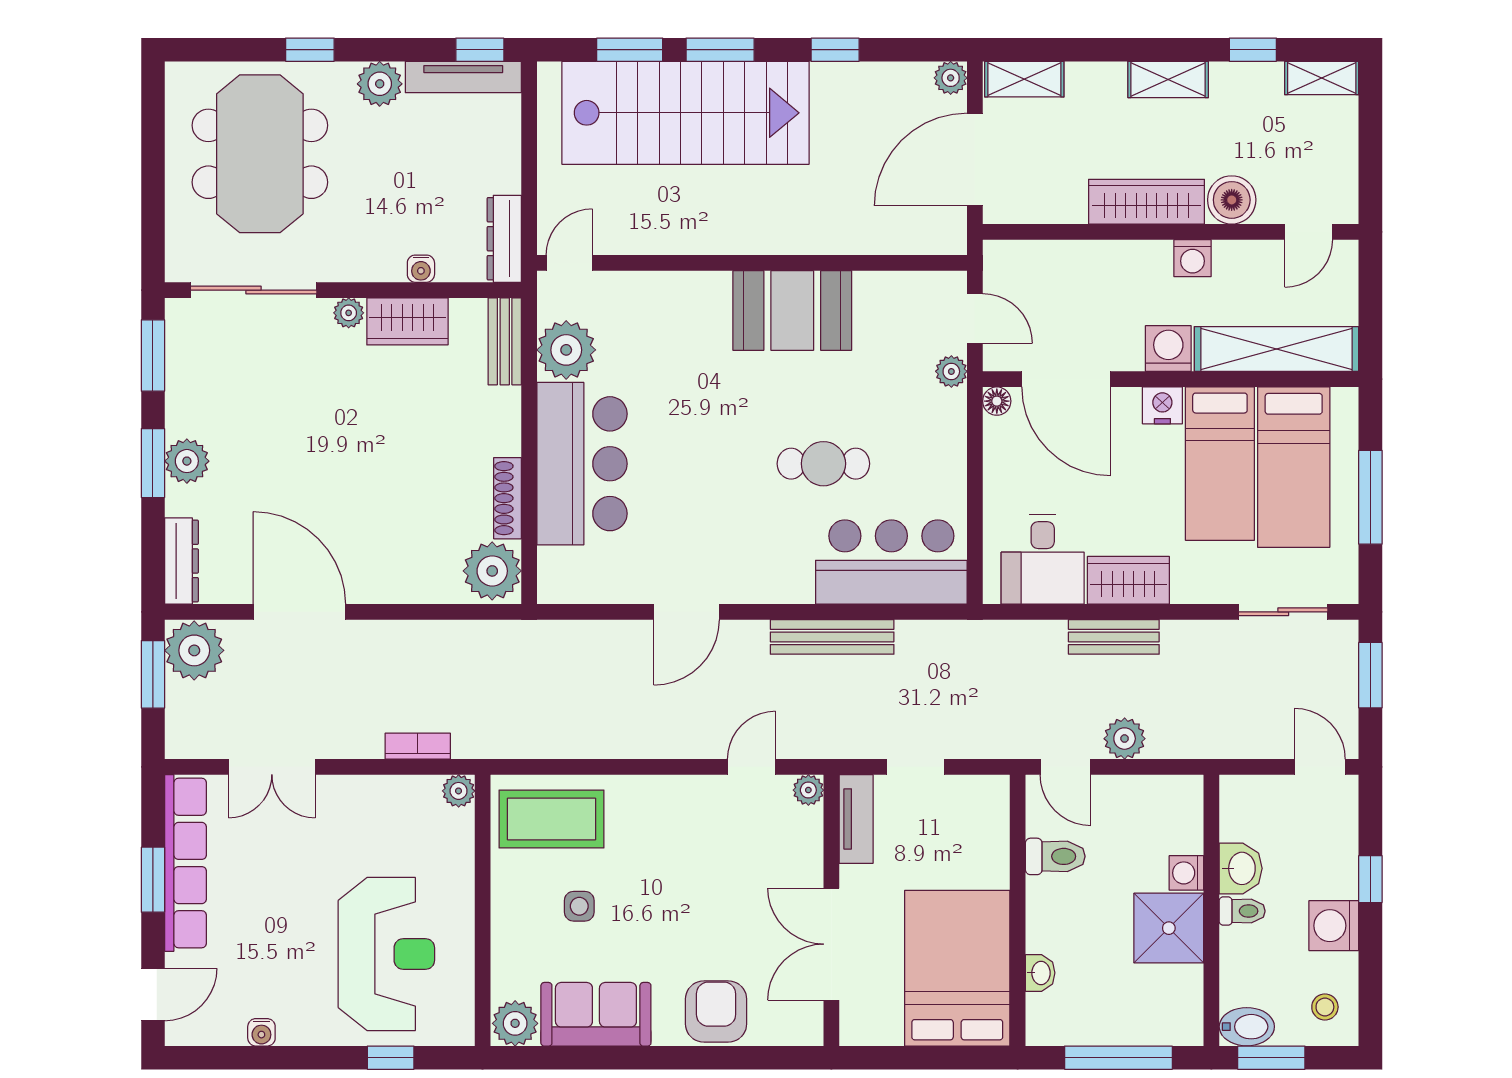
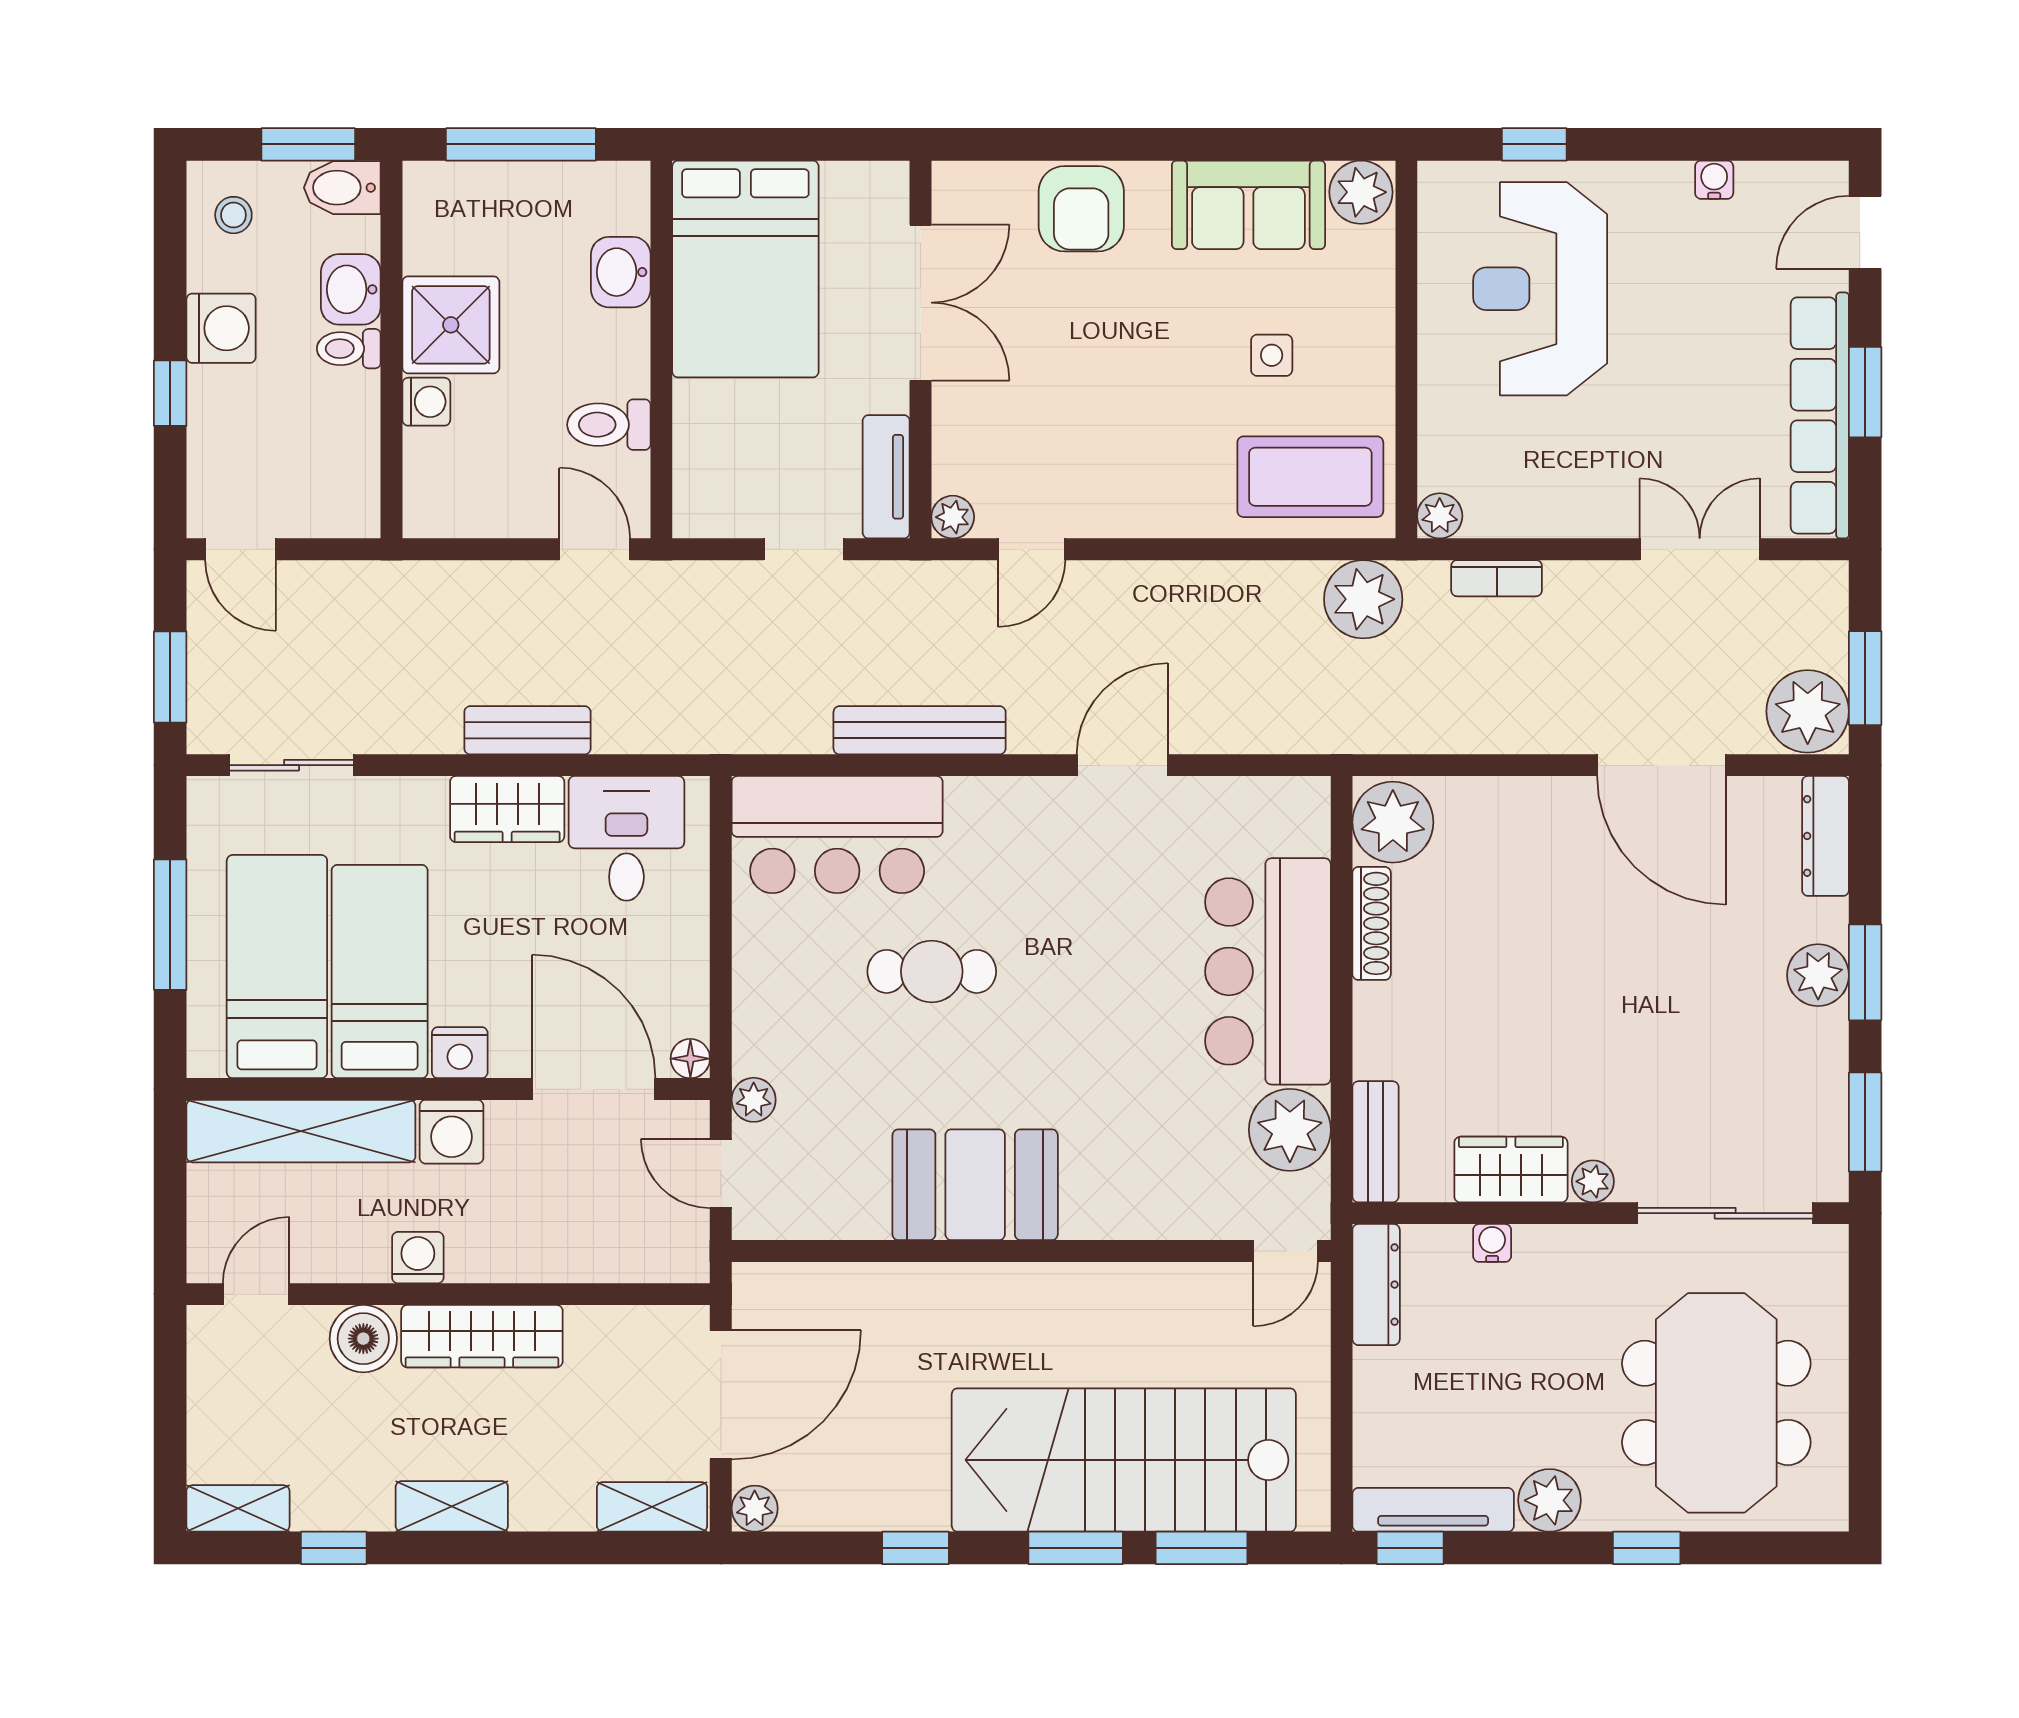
plant: (1125, 739) -> (1363, 599), moved, width x1.36, depth x1.36
washbasin: (1241, 868) -> (351, 289), moved
washbasin: (1040, 973) -> (621, 272), width x1.38, depth x1.45

